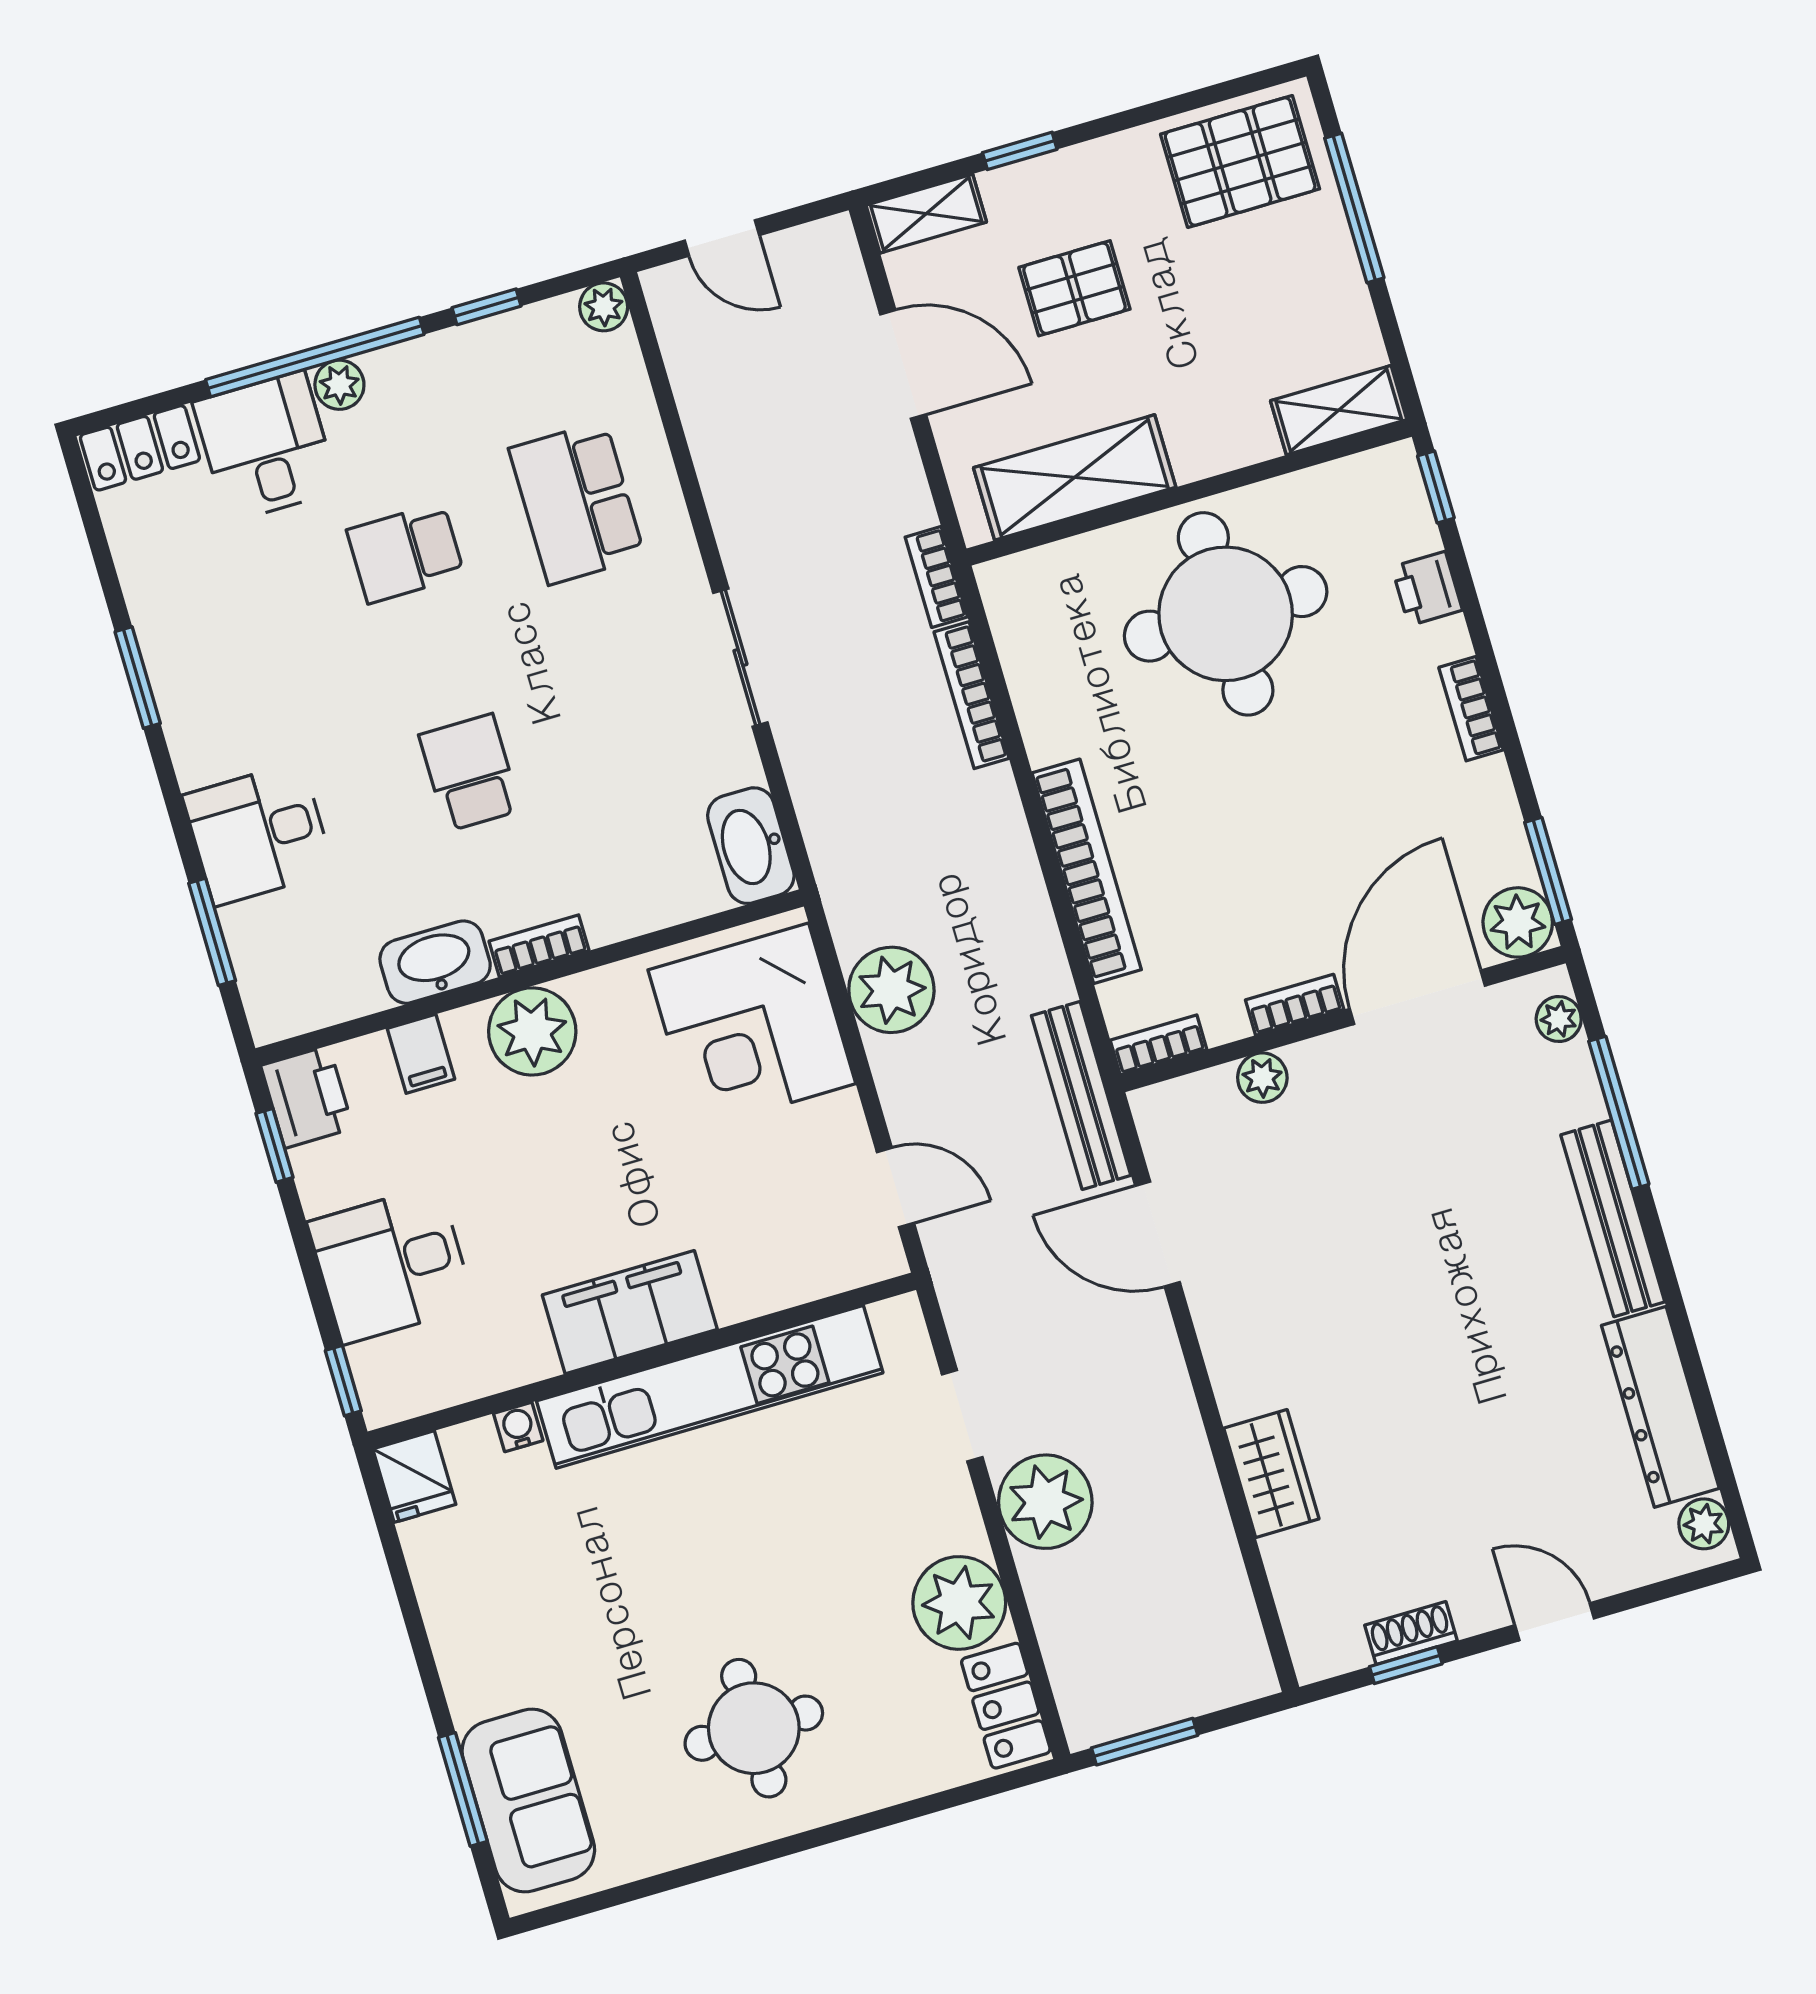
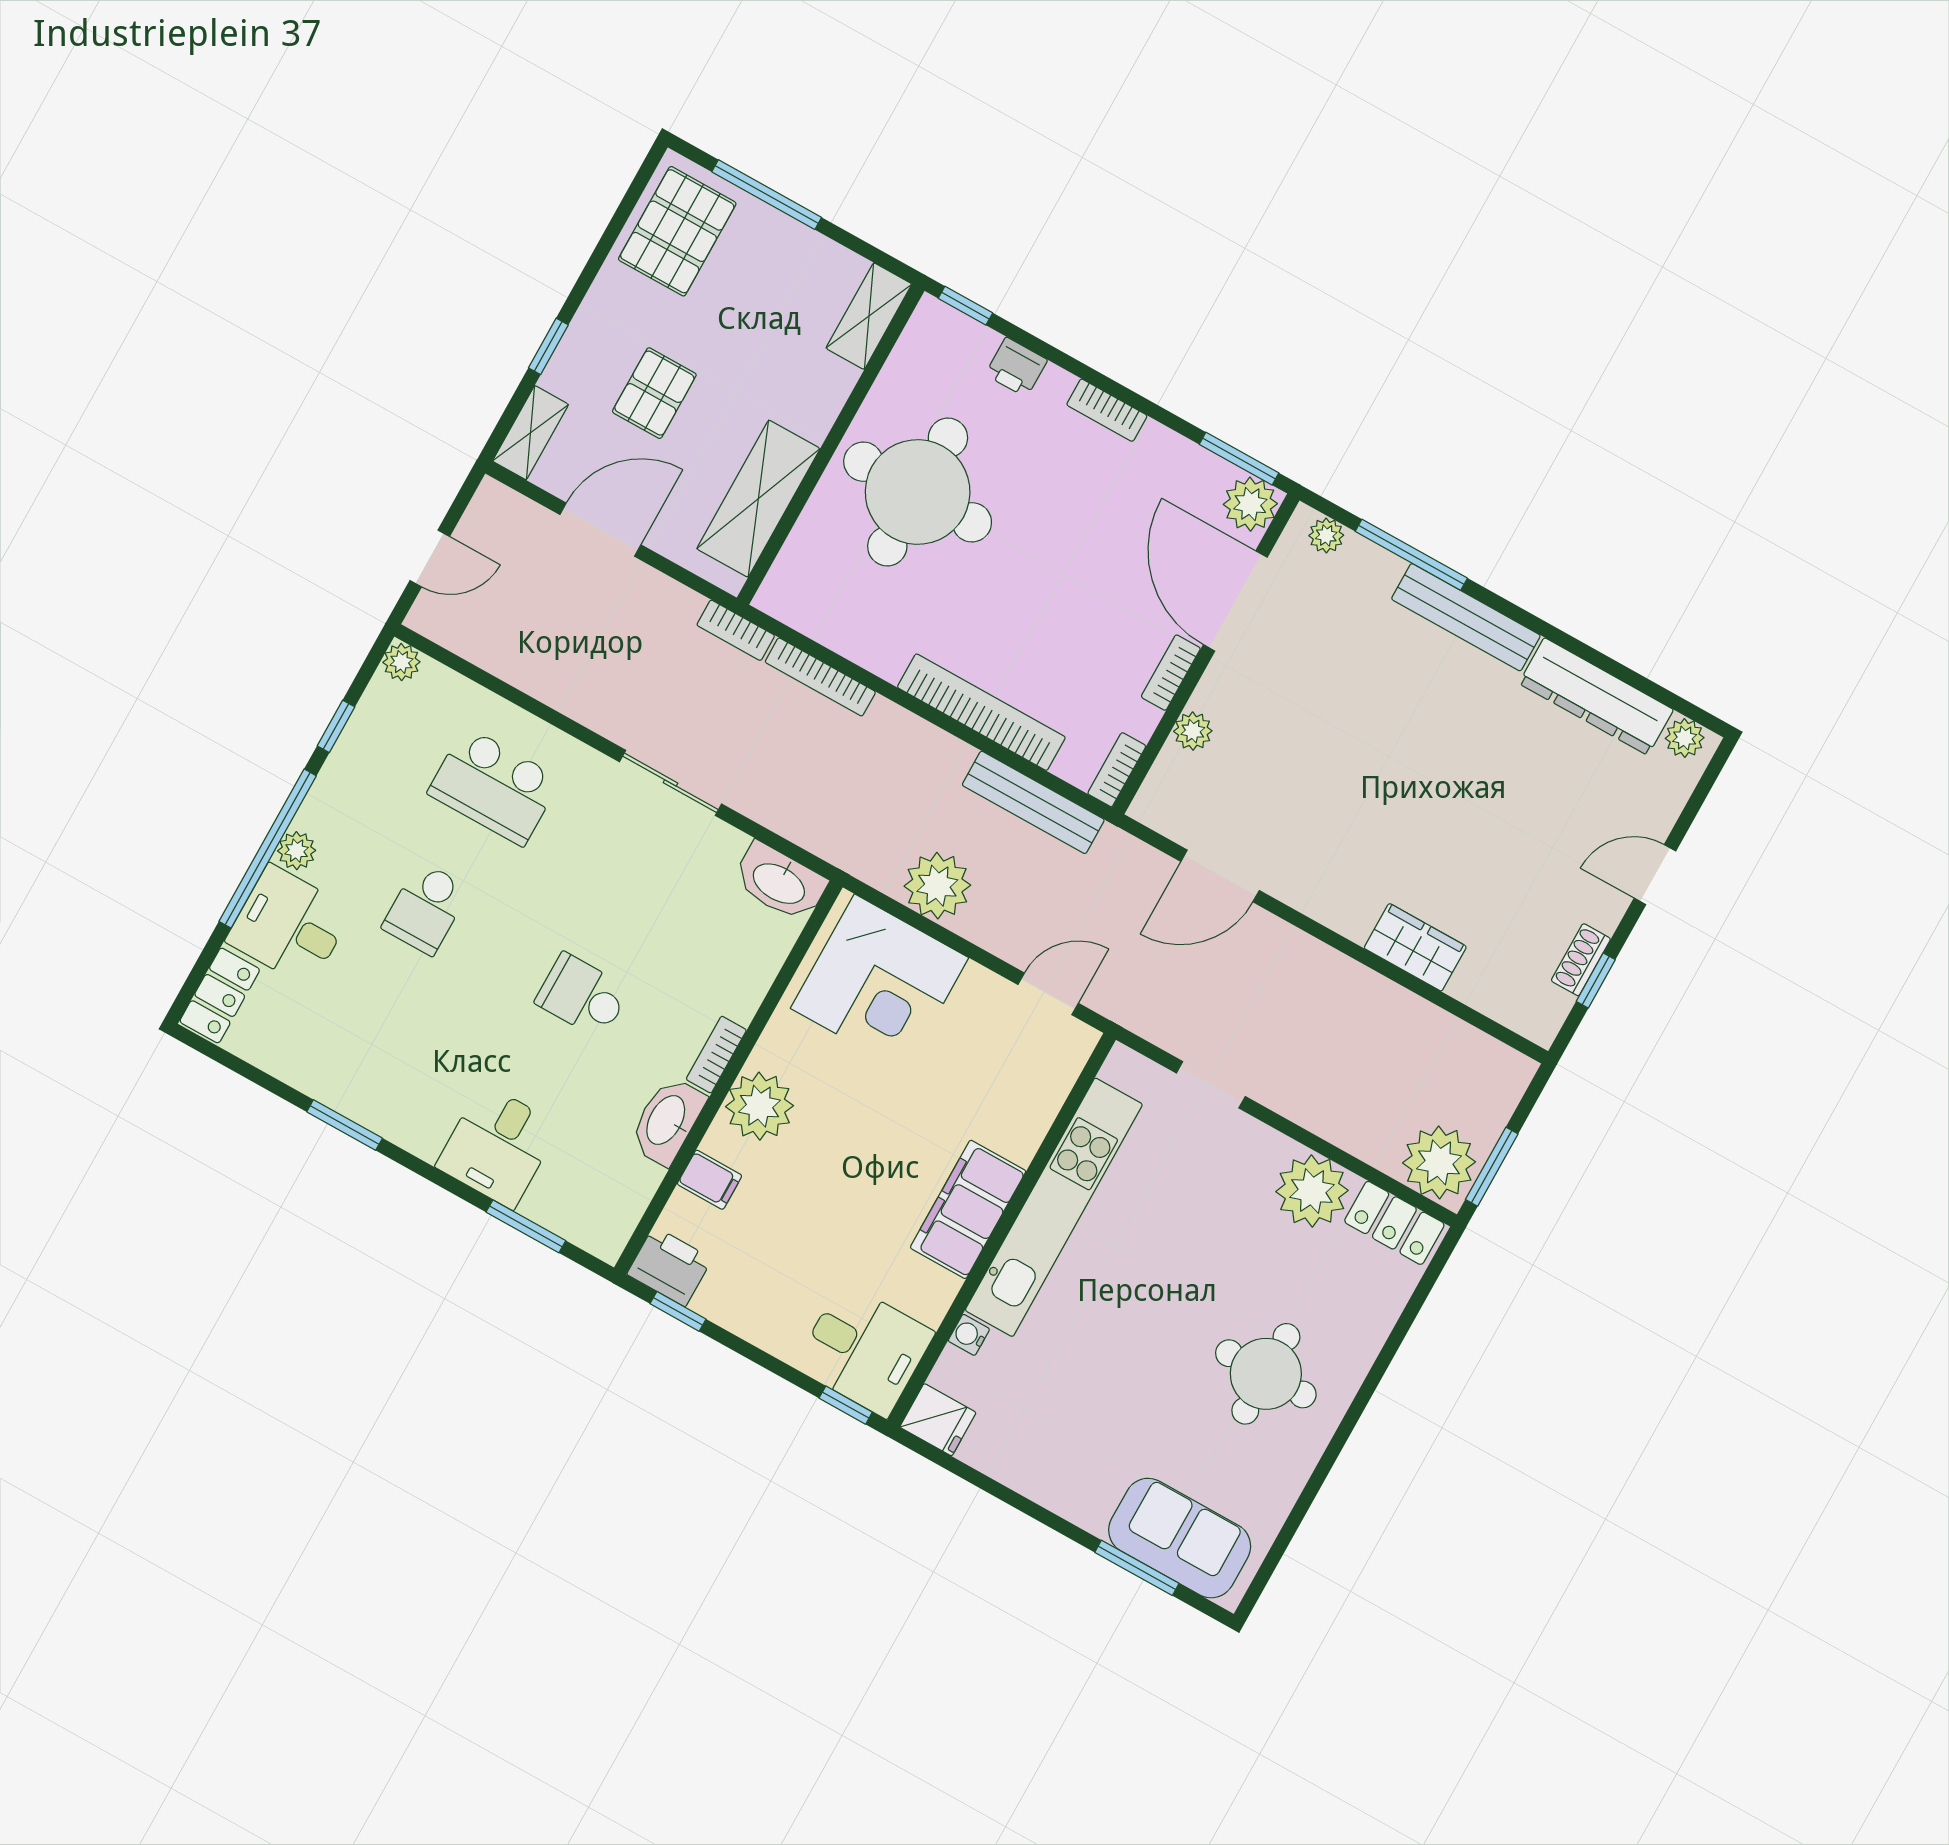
bench: (1081, 1095) -> (1033, 802), moved
desk: (391, 1264) -> (864, 1350), moved, turned -90
plant: (1045, 1502) -> (1439, 1162), moved

